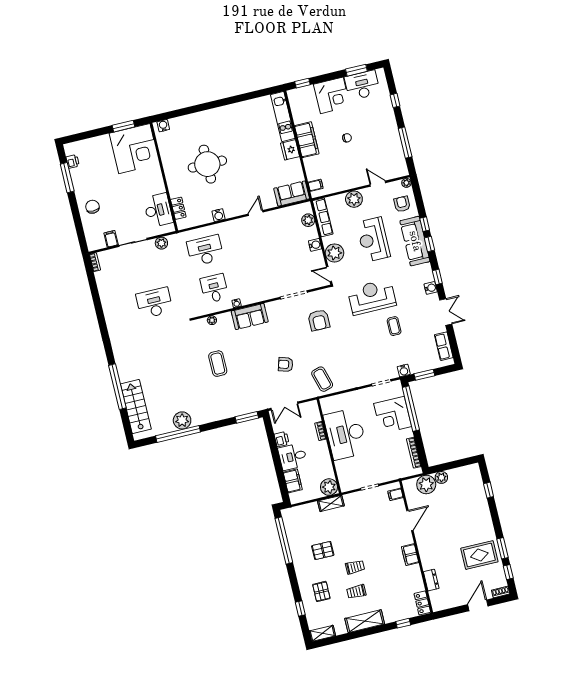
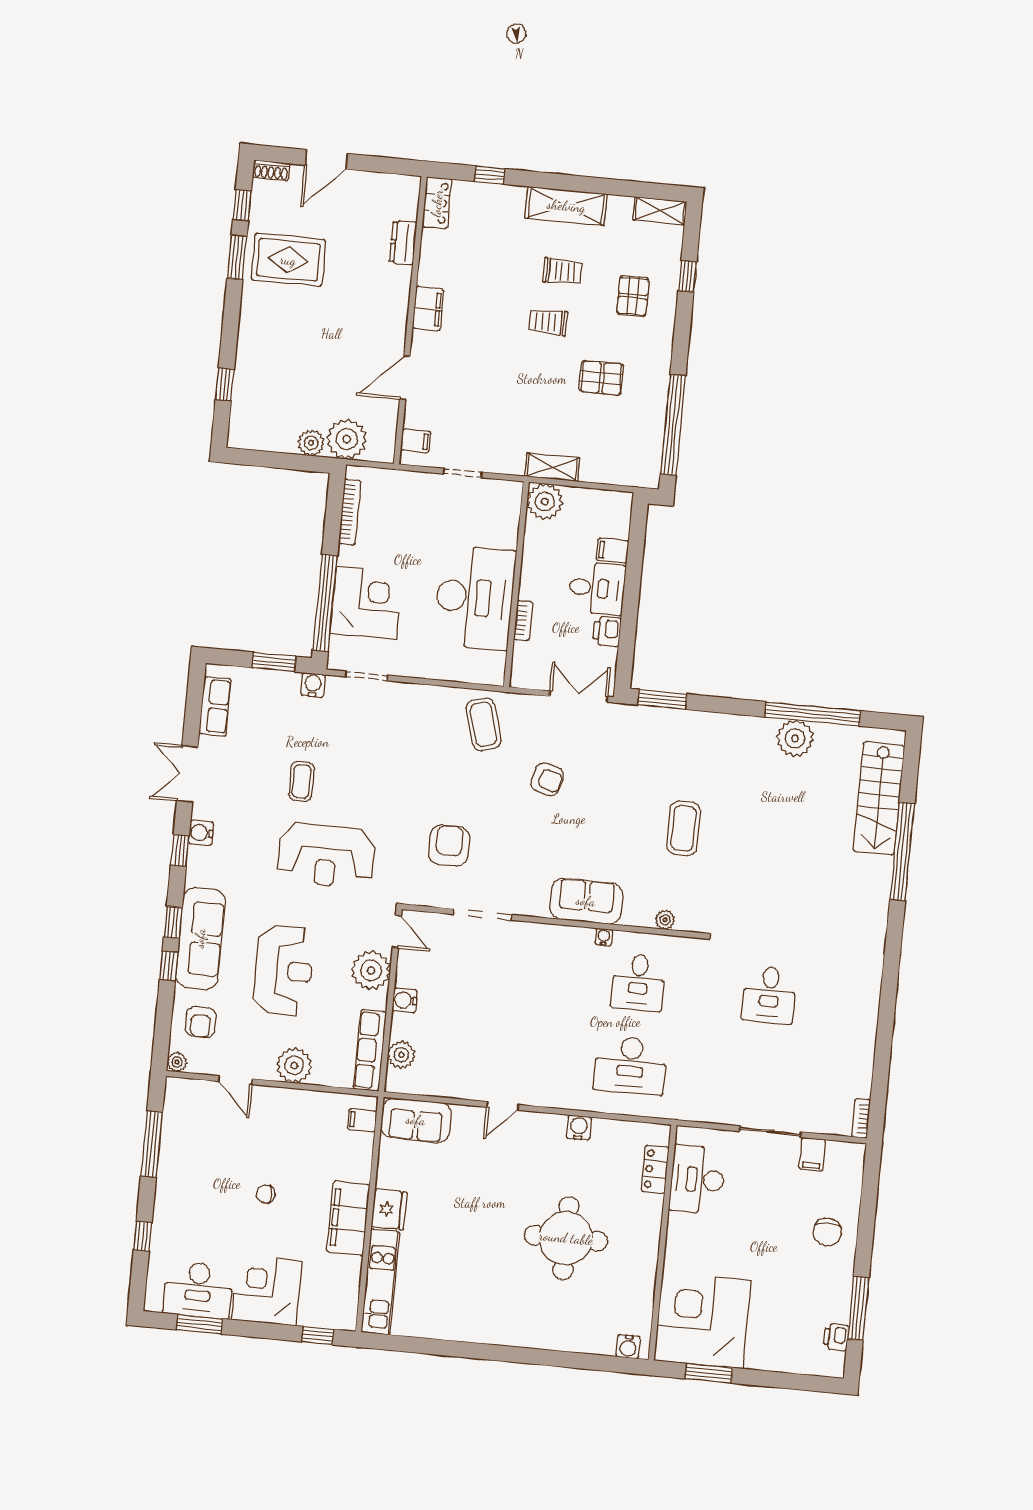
plant: (161, 243) -> (713, 1111), removed
desk: (154, 303) -> (769, 995), width x0.73
filing cabinet: (293, 481) -> (613, 551), width x0.50

